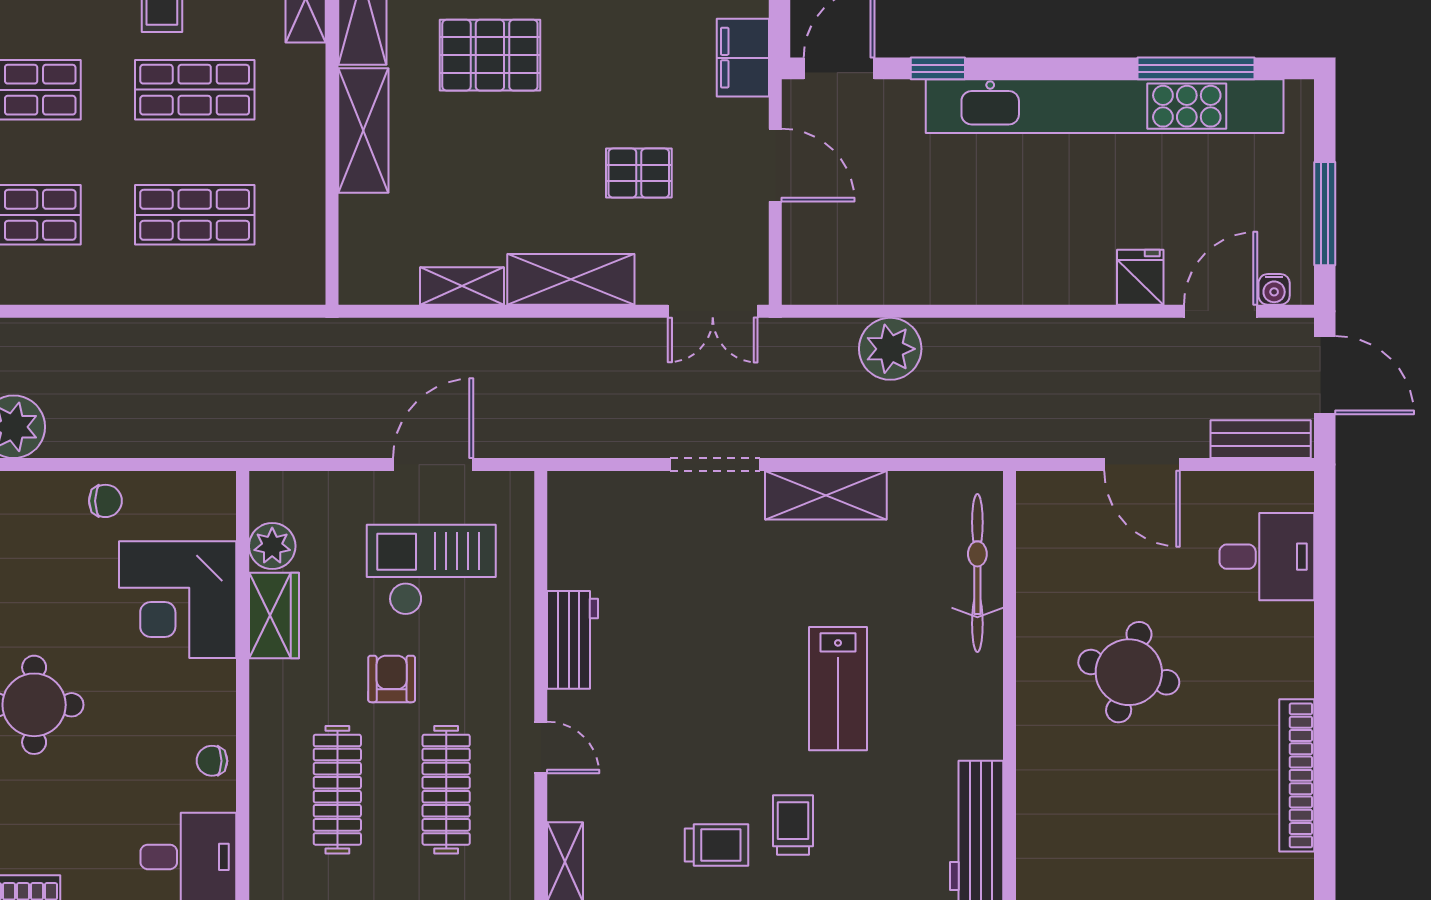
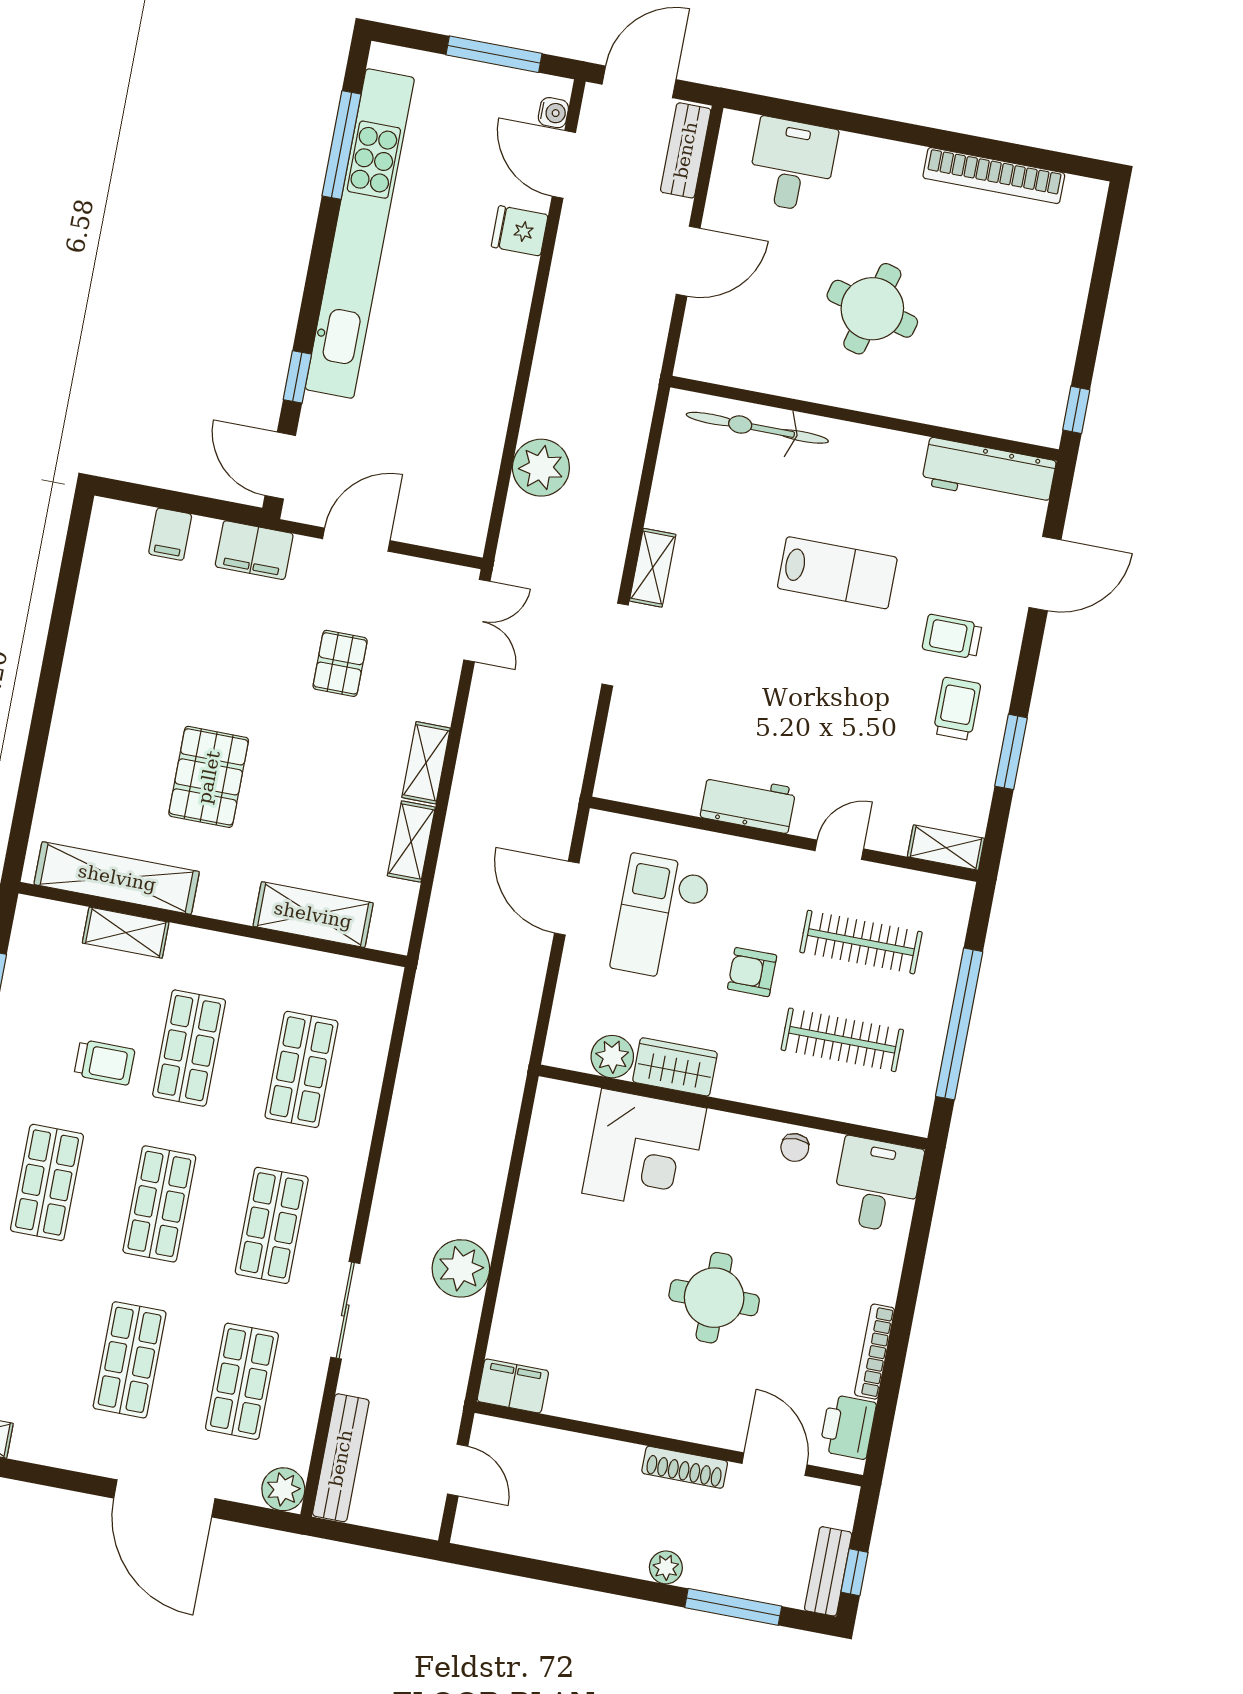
shelving: (363, 131) -> (313, 915), moved
shelving: (571, 279) -> (426, 763), width x0.67, depth x0.75
shelving: (826, 495) -> (653, 568), width x0.67, depth x0.75
chair: (105, 501) -> (543, 1199), removed

